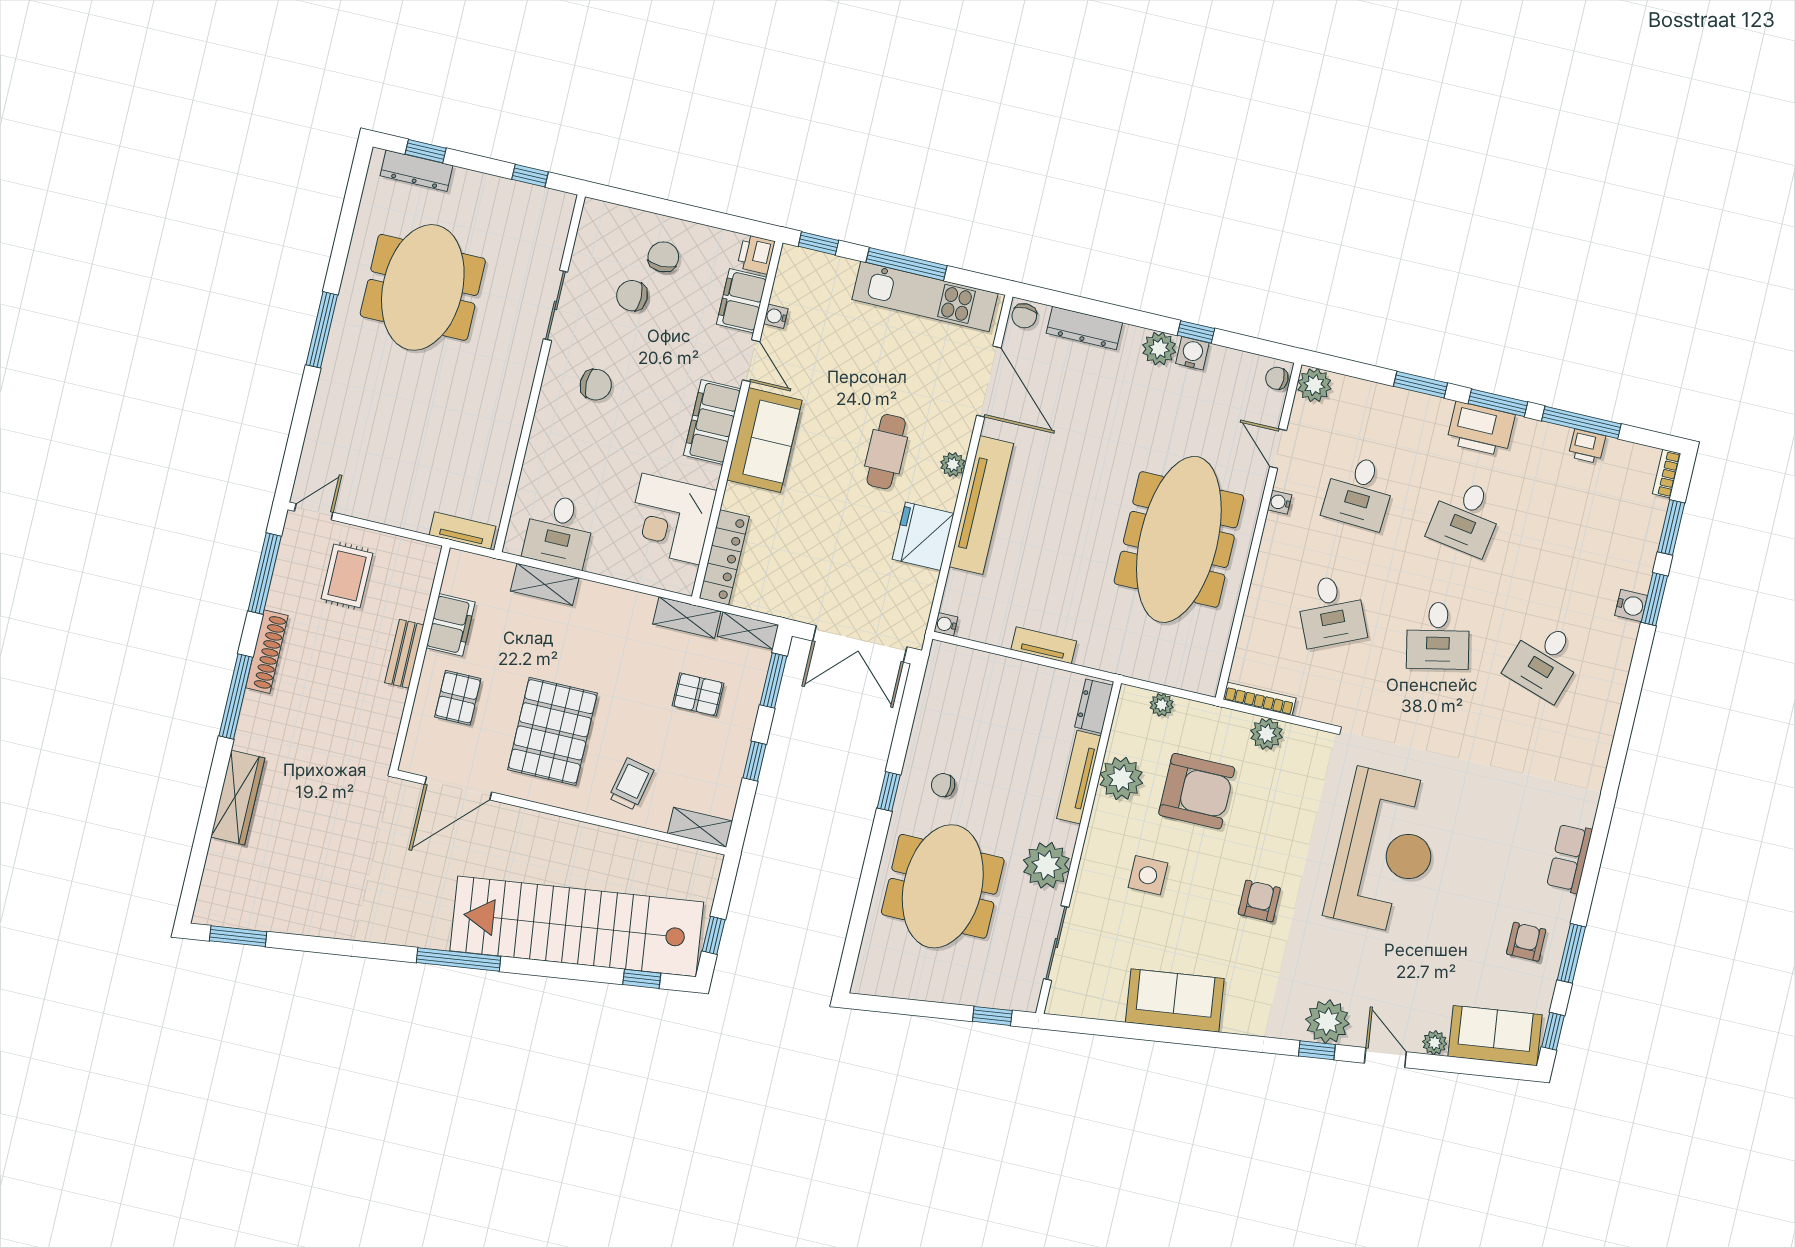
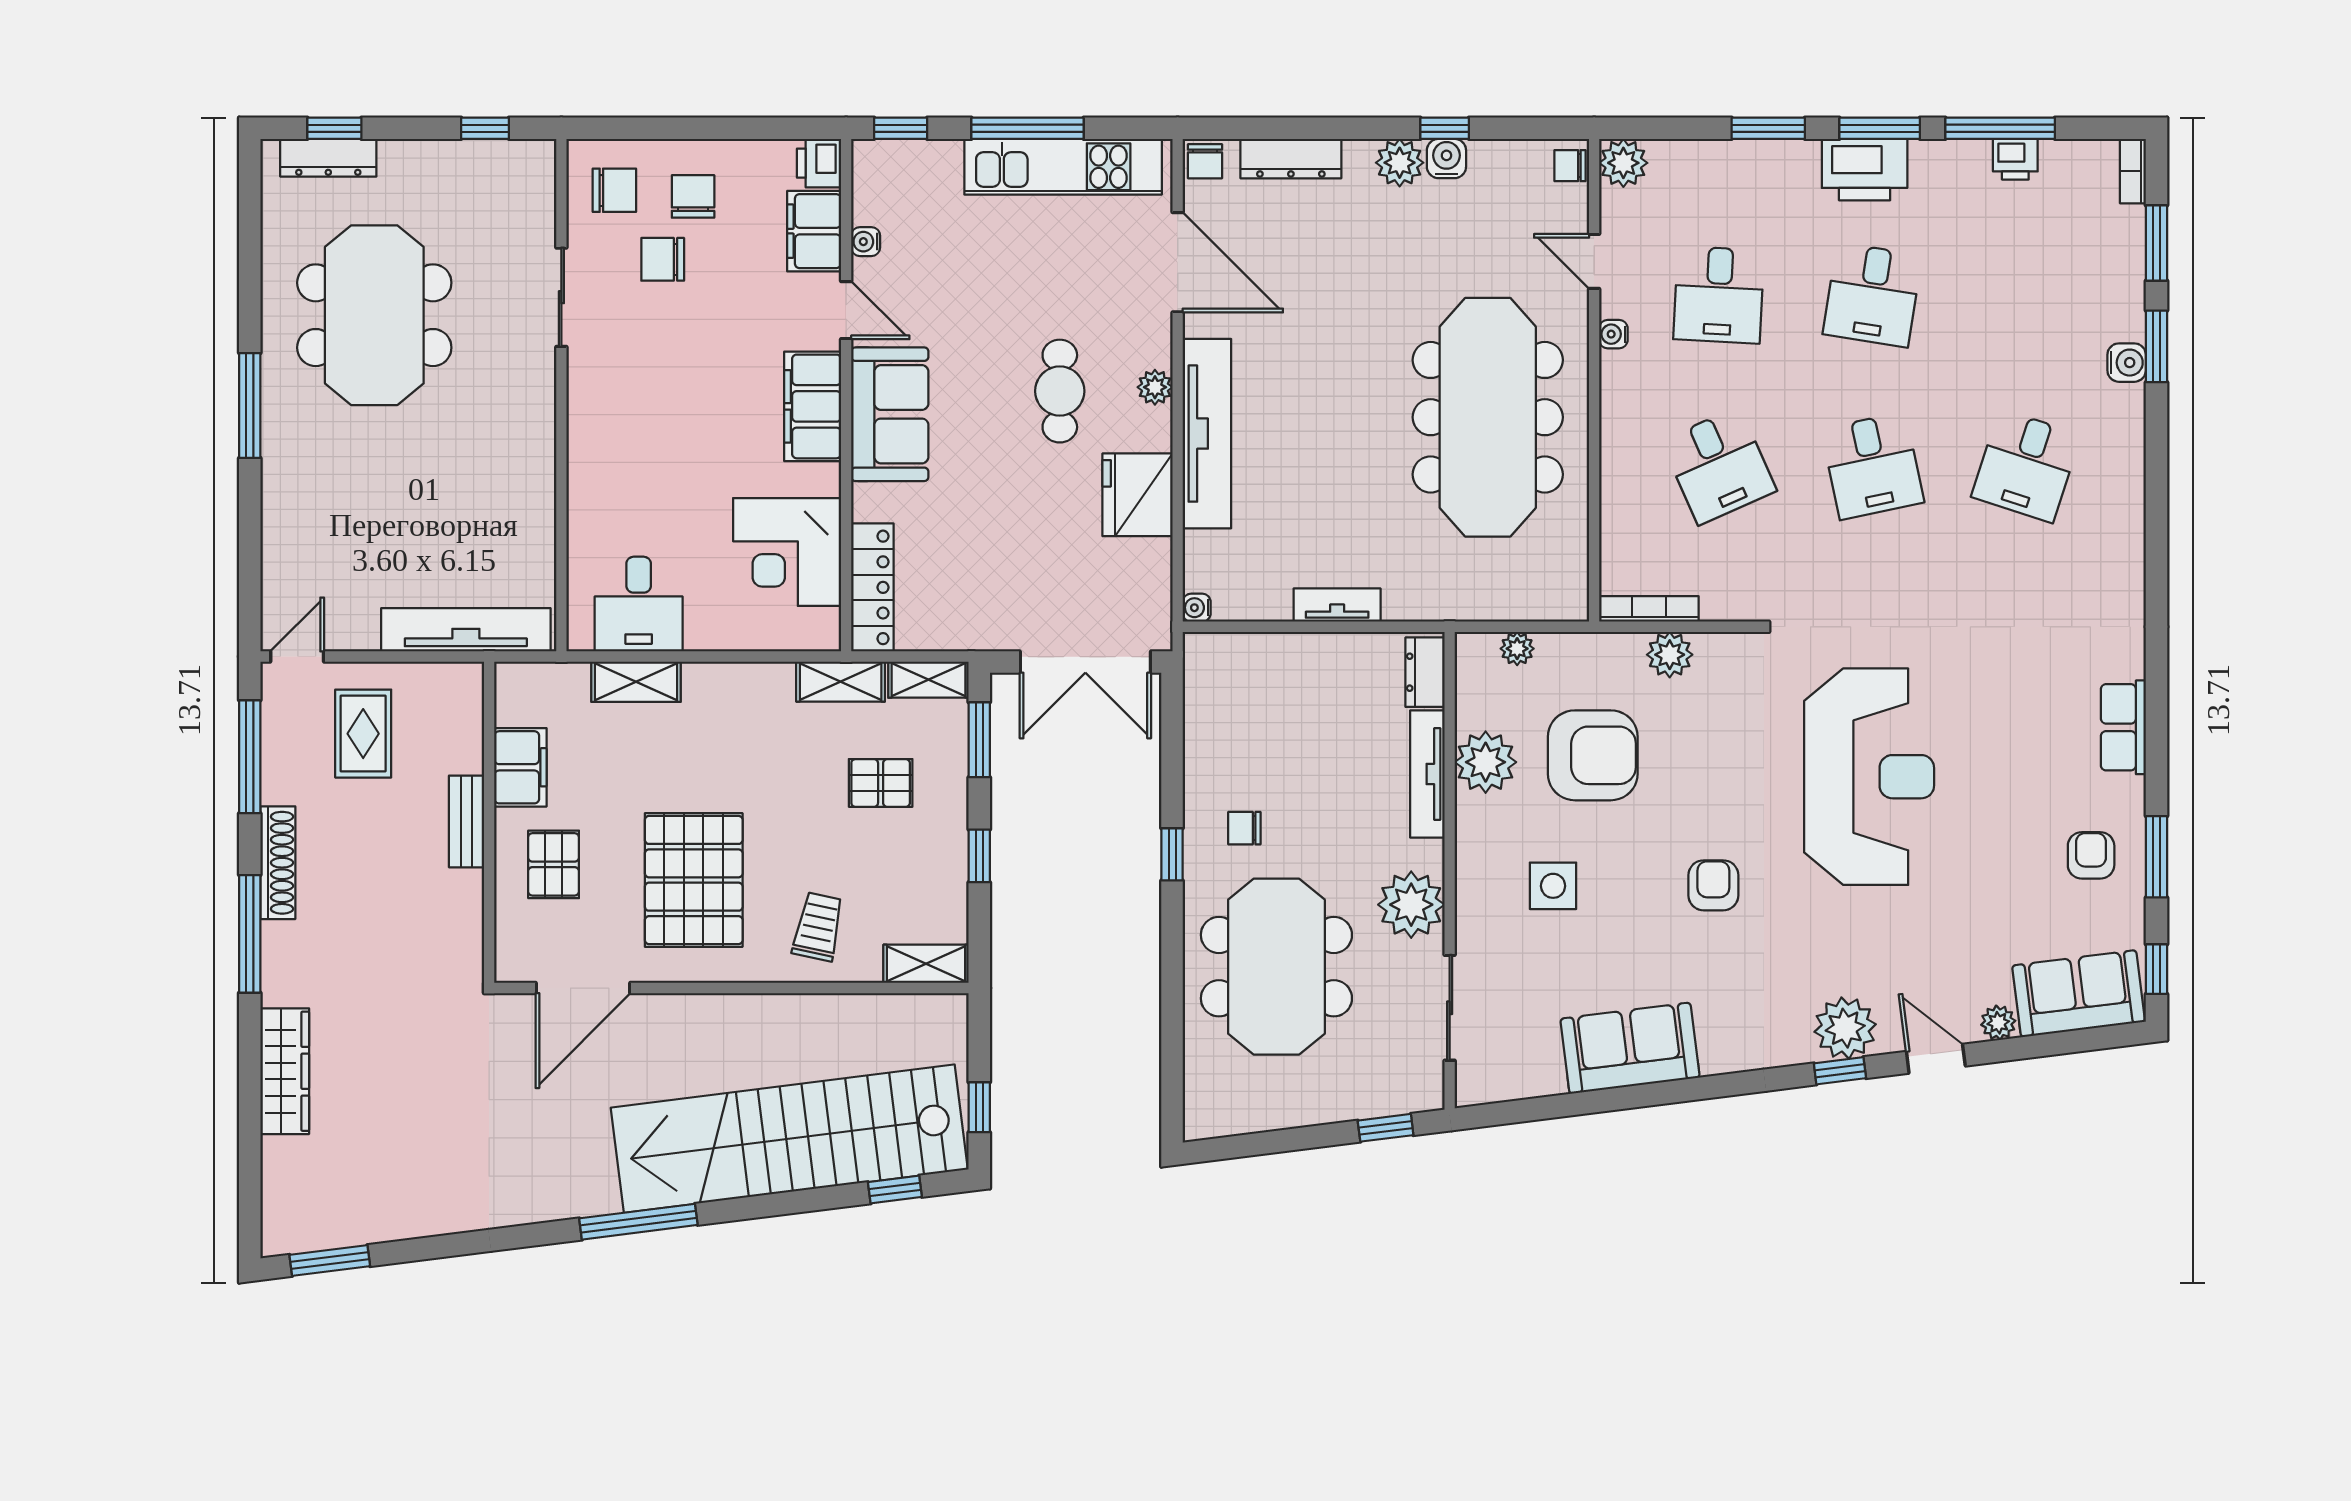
chair: (596, 385) -> (614, 190), moved
tv unit: (463, 531) -> (466, 630), width x1.92, depth x1.29

